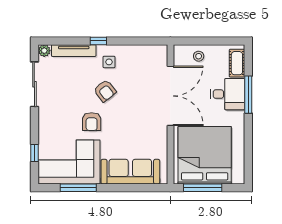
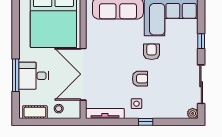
tv unit: (74, 51) -> (105, 114), moved
cot: (237, 63) -> (35, 112), moved, turned 90
armchair: (105, 91) -> (140, 79), turned 128
window: (34, 153) -> (201, 41), moved

